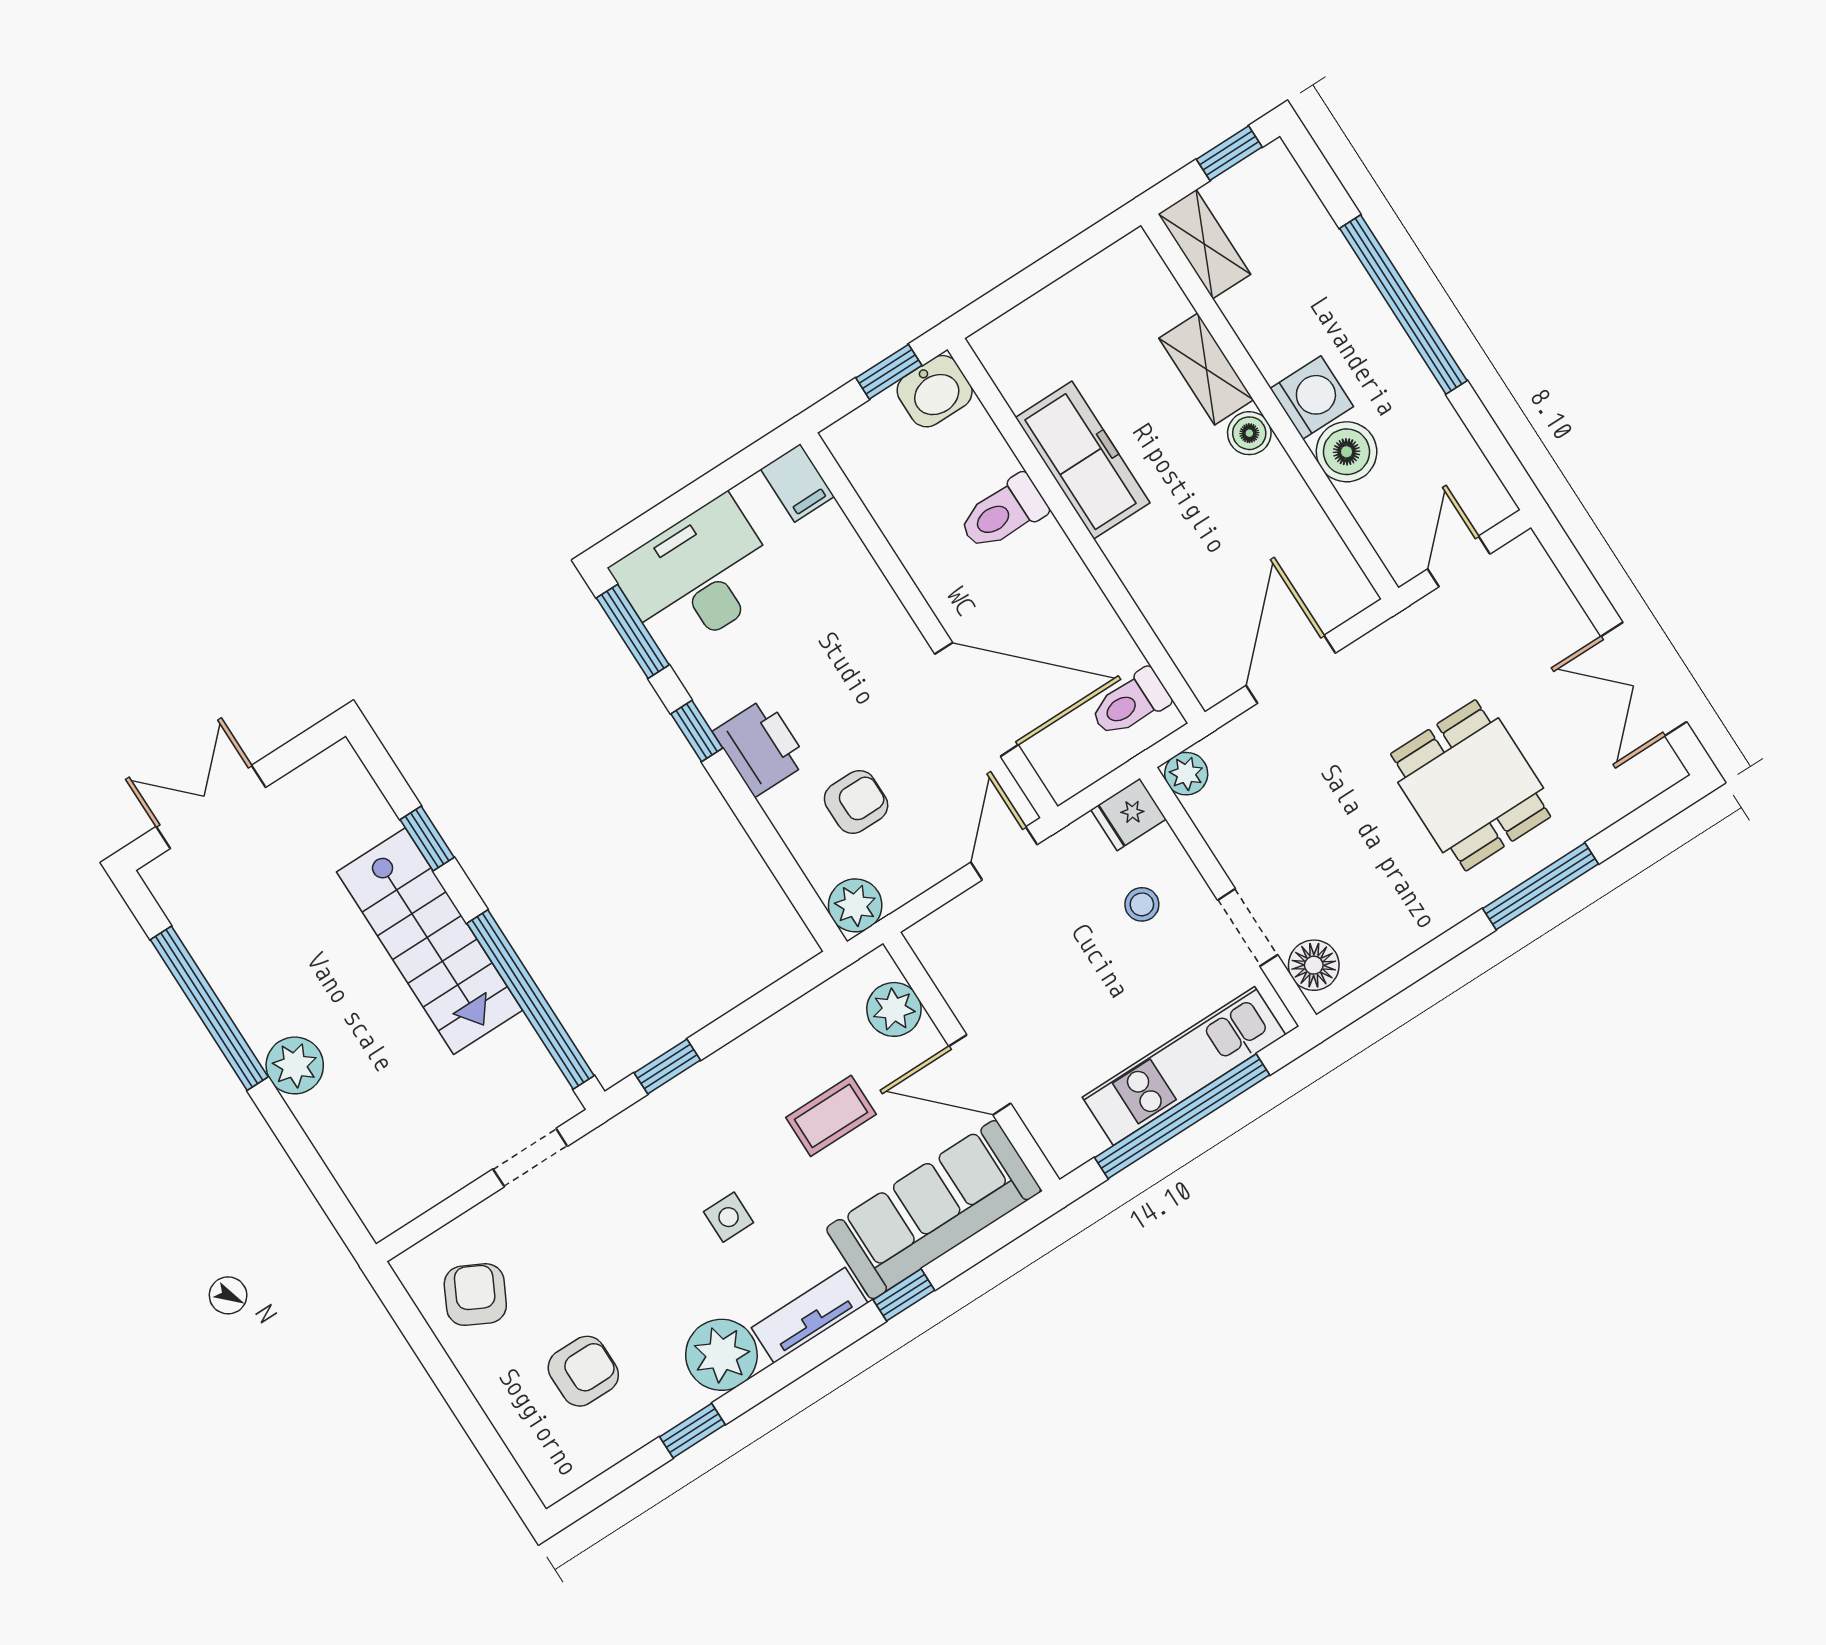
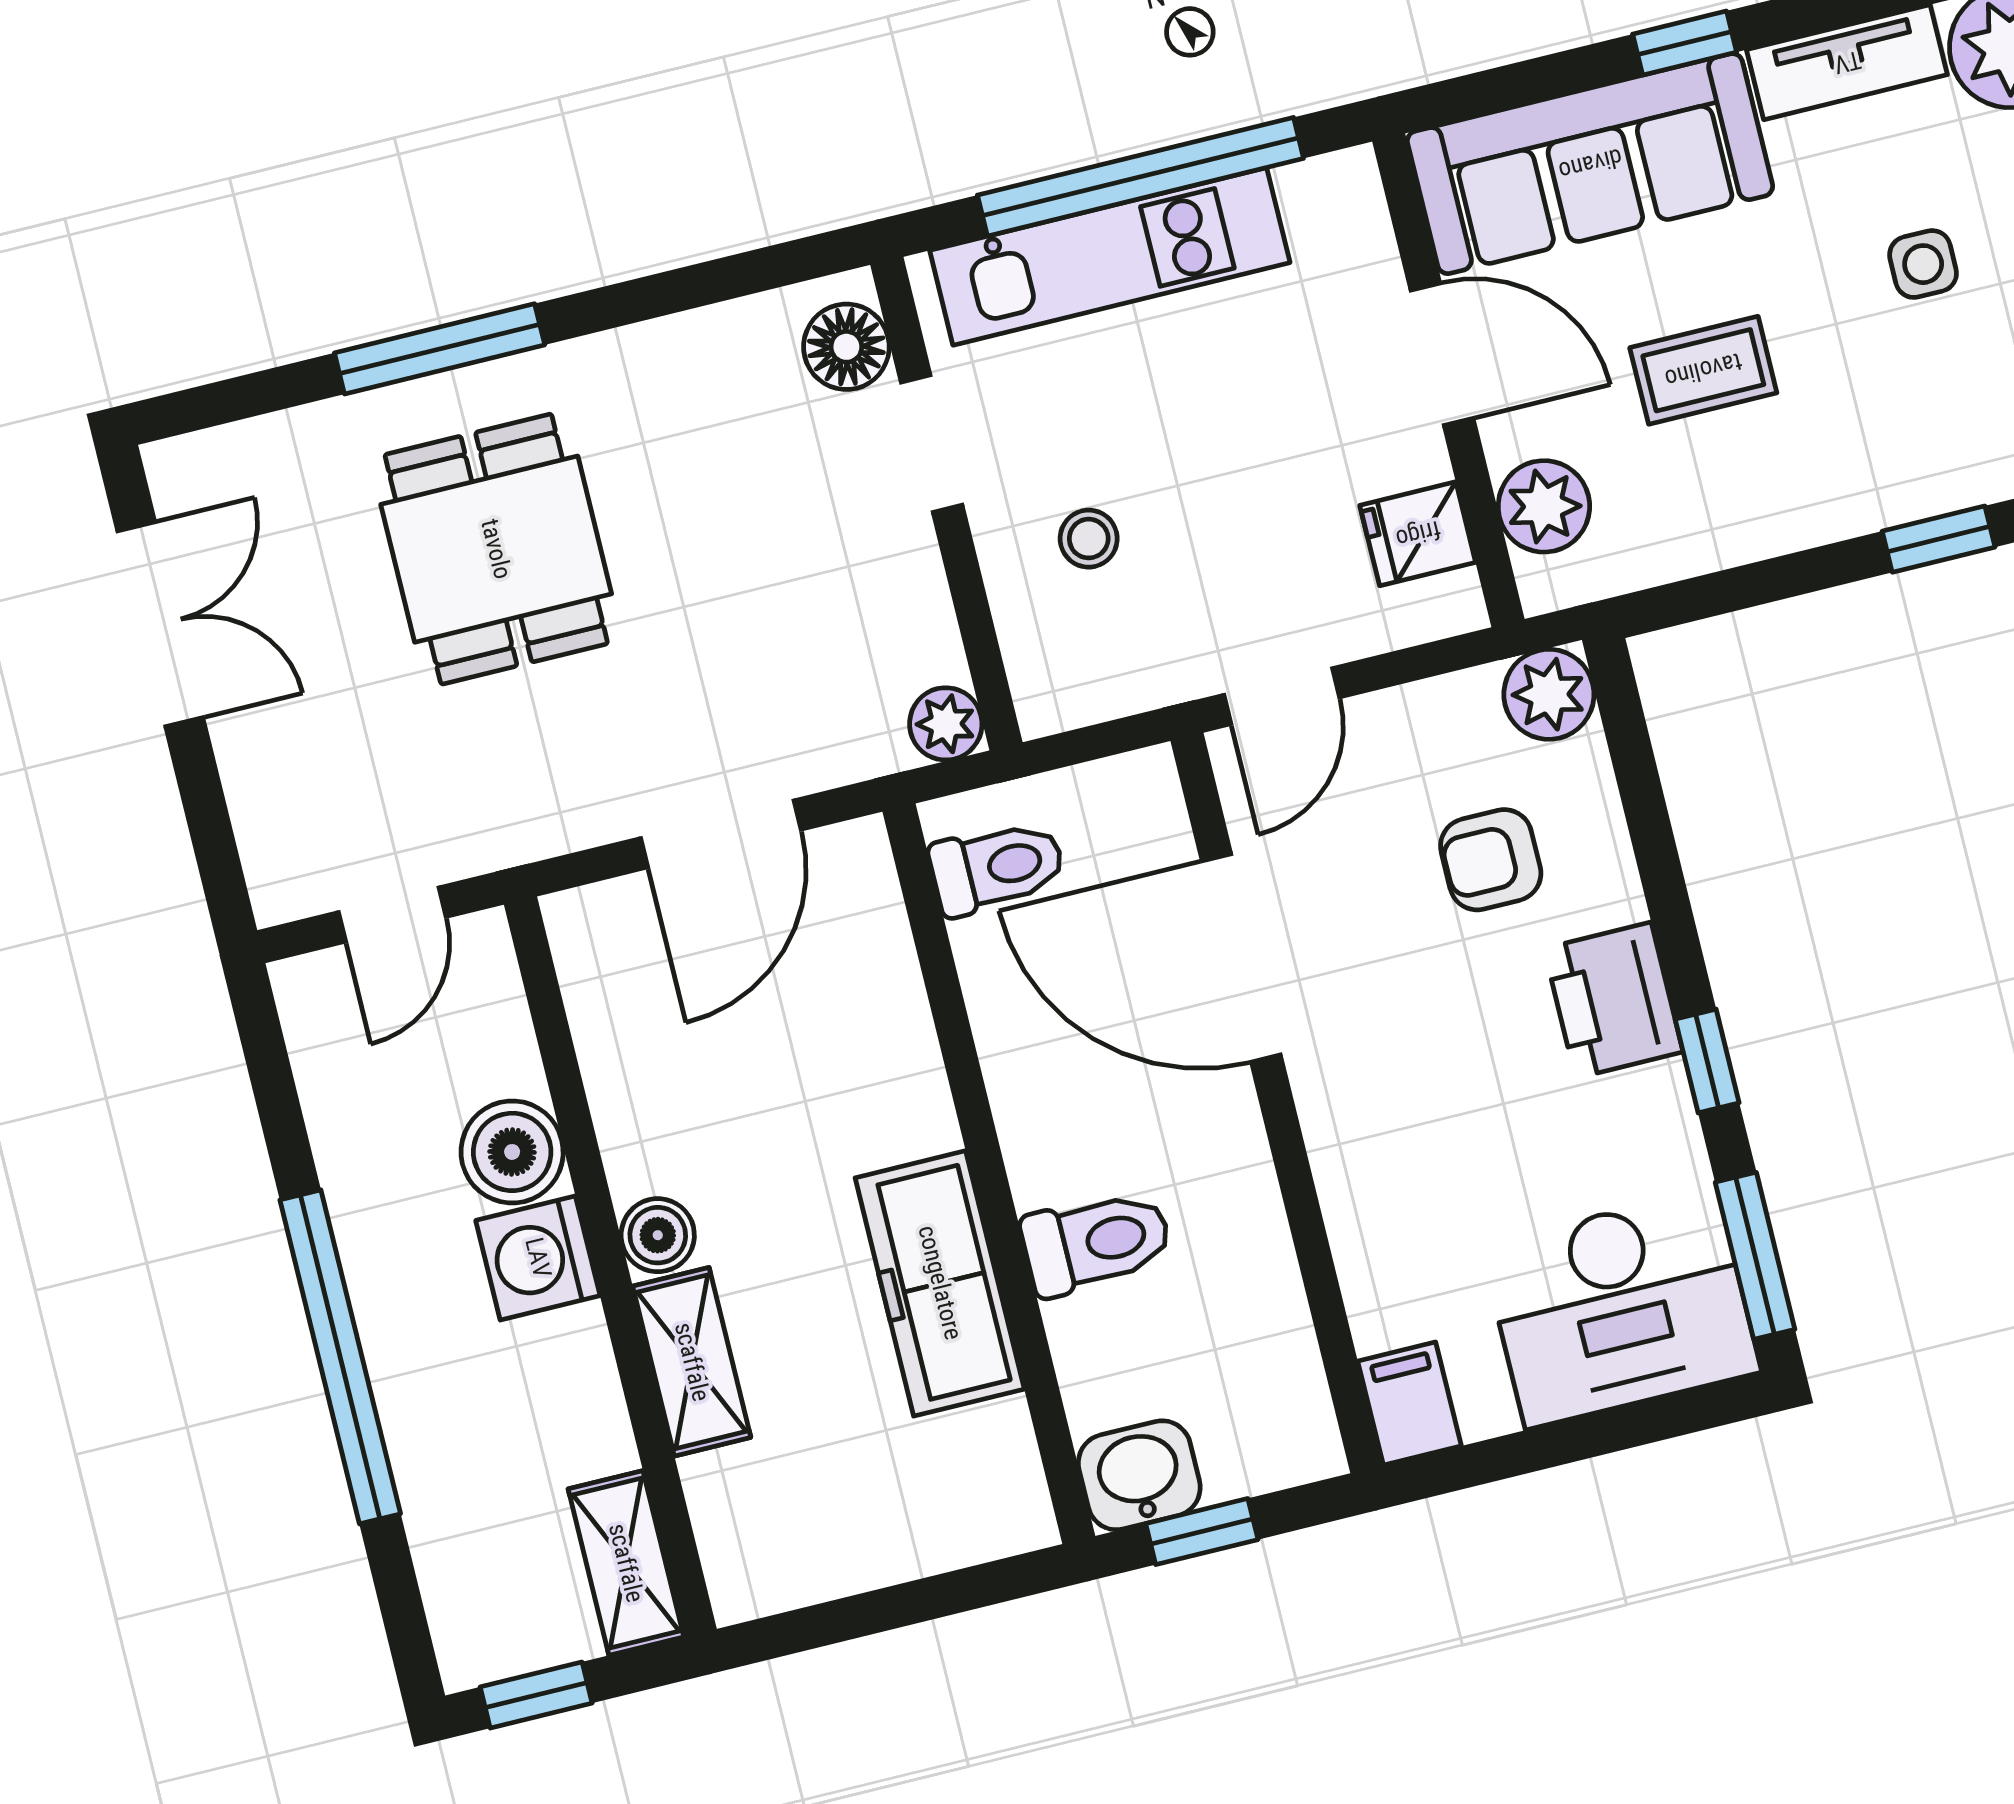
fridge: (1129, 814) -> (1418, 534), moved, turned 180

